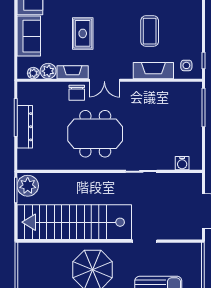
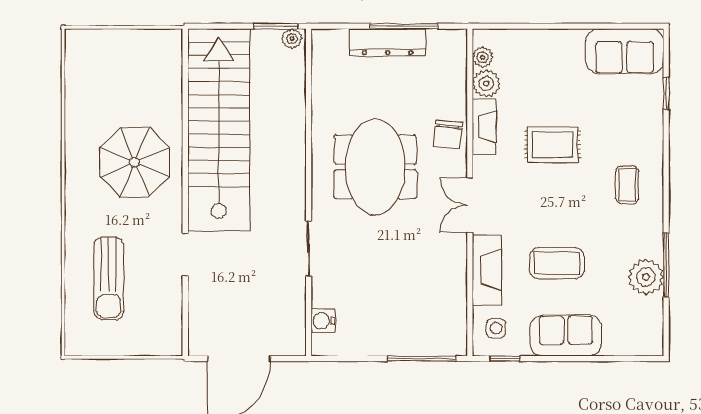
sofa: (29, 36) -> (566, 336), moved, turned 180
double door: (104, 80) -> (470, 205), moved
chair: (77, 93) -> (448, 134), turned -84
plant: (28, 186) -> (292, 39), width x0.53, depth x0.53

